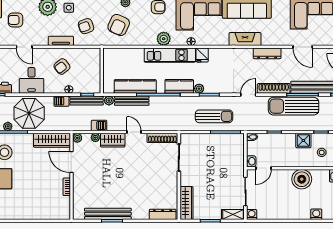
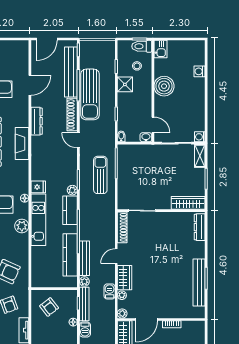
armchair: (62, 67) -> (49, 307), moved

